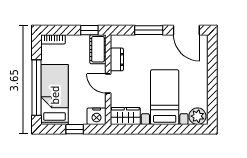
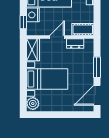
window: (89, 30) -> (97, 23), removed
nightstand: (97, 116) -> (33, 15), moved
window: (75, 129) -> (23, 22), moved

